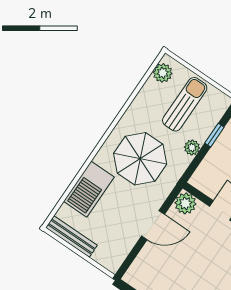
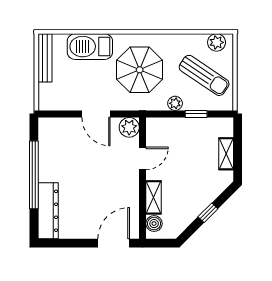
sun lounger: (185, 104) -> (204, 75), turned 34

